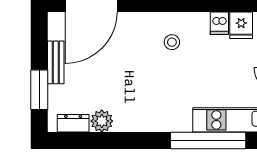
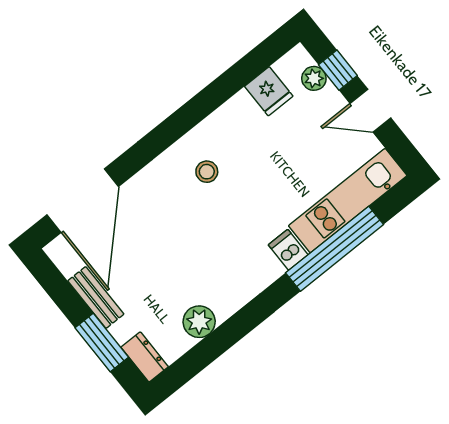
dishwasher: (219, 23) -> (288, 250), moved, turned 180
dresser: (73, 123) -> (145, 357), moved, turned 90

